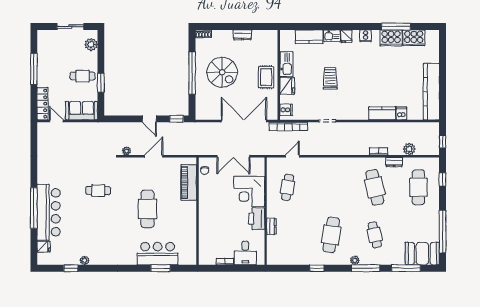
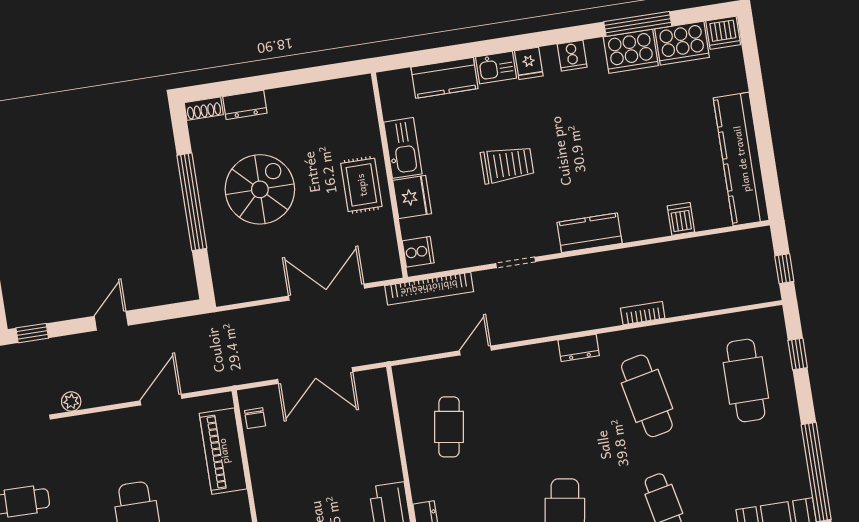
dresser: (242, 35) -> (245, 105), moved
dishwasher: (432, 36) -> (723, 33), added
spiral stairs: (222, 72) -> (260, 189), turned -90
trolley: (330, 78) -> (507, 165), turned 90
kitchen counter: (382, 113) -> (590, 233), moved
door: (149, 119) -> (111, 321), swing flipped
window: (177, 119) -> (32, 333), moved
double door: (244, 121) -> (326, 292), width x0.73
plant: (409, 149) -> (711, 297), removed
door: (154, 156) -> (161, 400), moved
door: (292, 156) -> (475, 350), moved
dresser: (394, 162) -> (579, 348), moved
corner desk: (249, 192) -> (364, 450), removed

